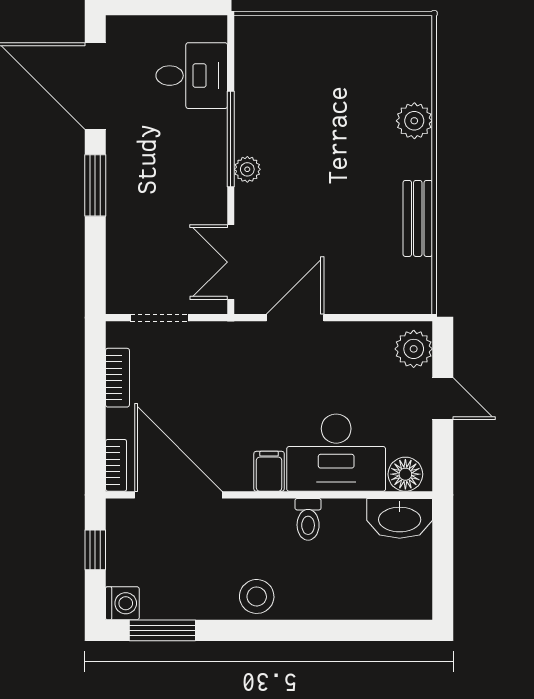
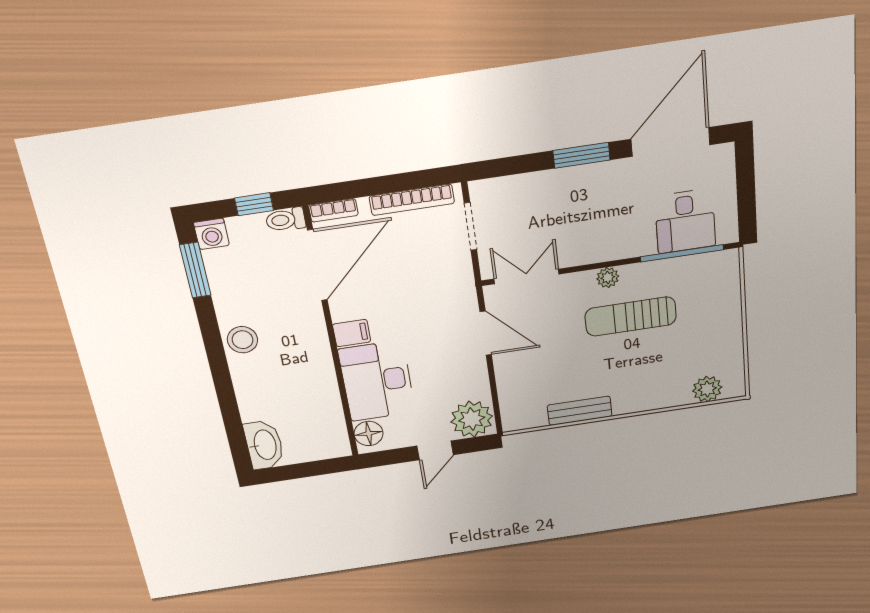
plant: (414, 121) -> (707, 389), moved
window: (231, 139) -> (682, 253), moved
sun lounger: (302, 147) -> (631, 316), added
plant: (414, 349) -> (472, 419), width x1.36, depth x1.36
bookcase: (117, 378) -> (412, 200), width x1.56
washbasin: (400, 518) -> (264, 445), moved, turned 180
toilet: (308, 519) -> (286, 220), moved

